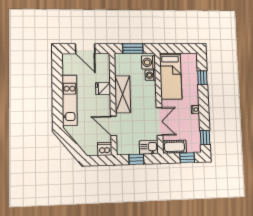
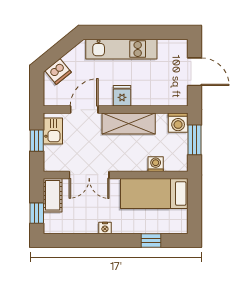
door: (85, 49) -> (195, 72), swing flipped
washing machine: (149, 62) -> (178, 123), moved, turned 180
fridge: (103, 89) -> (122, 96), moved
window: (205, 137) -> (65, 240), removed
kitchen sink: (149, 147) -> (53, 131), moved
dishwasher: (105, 149) -> (58, 71), moved, turned 51

